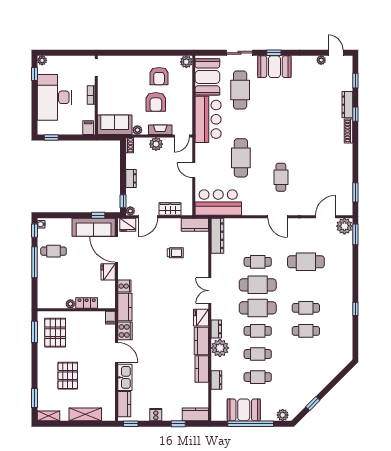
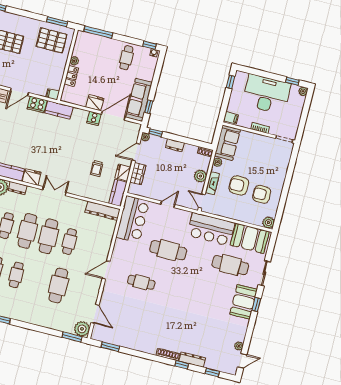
door: (148, 217) -> (136, 152), hinge flipped
fridge: (128, 225) -> (123, 173), moved
window: (34, 262) -> (98, 32), moved
cooker: (124, 286) -> (94, 118), moved

